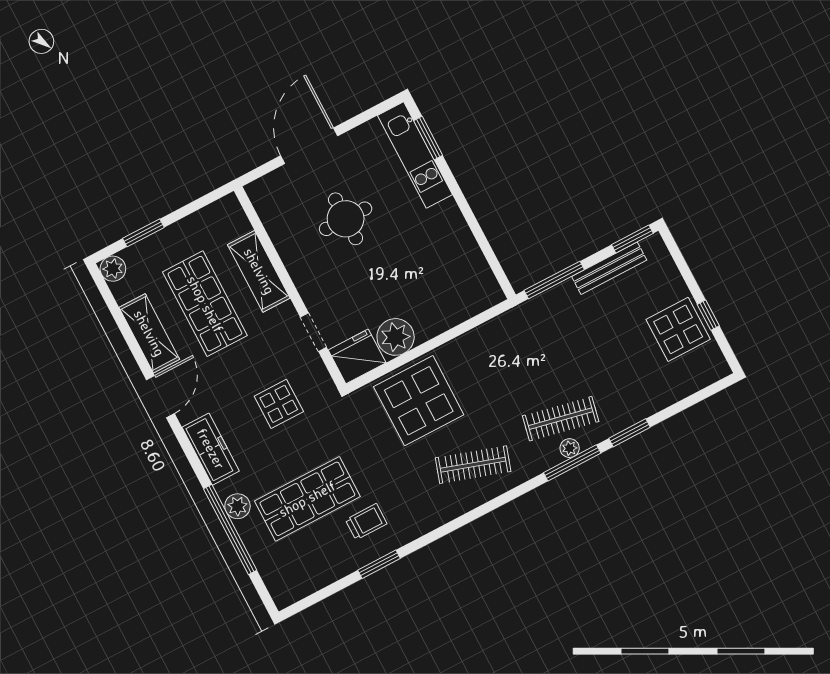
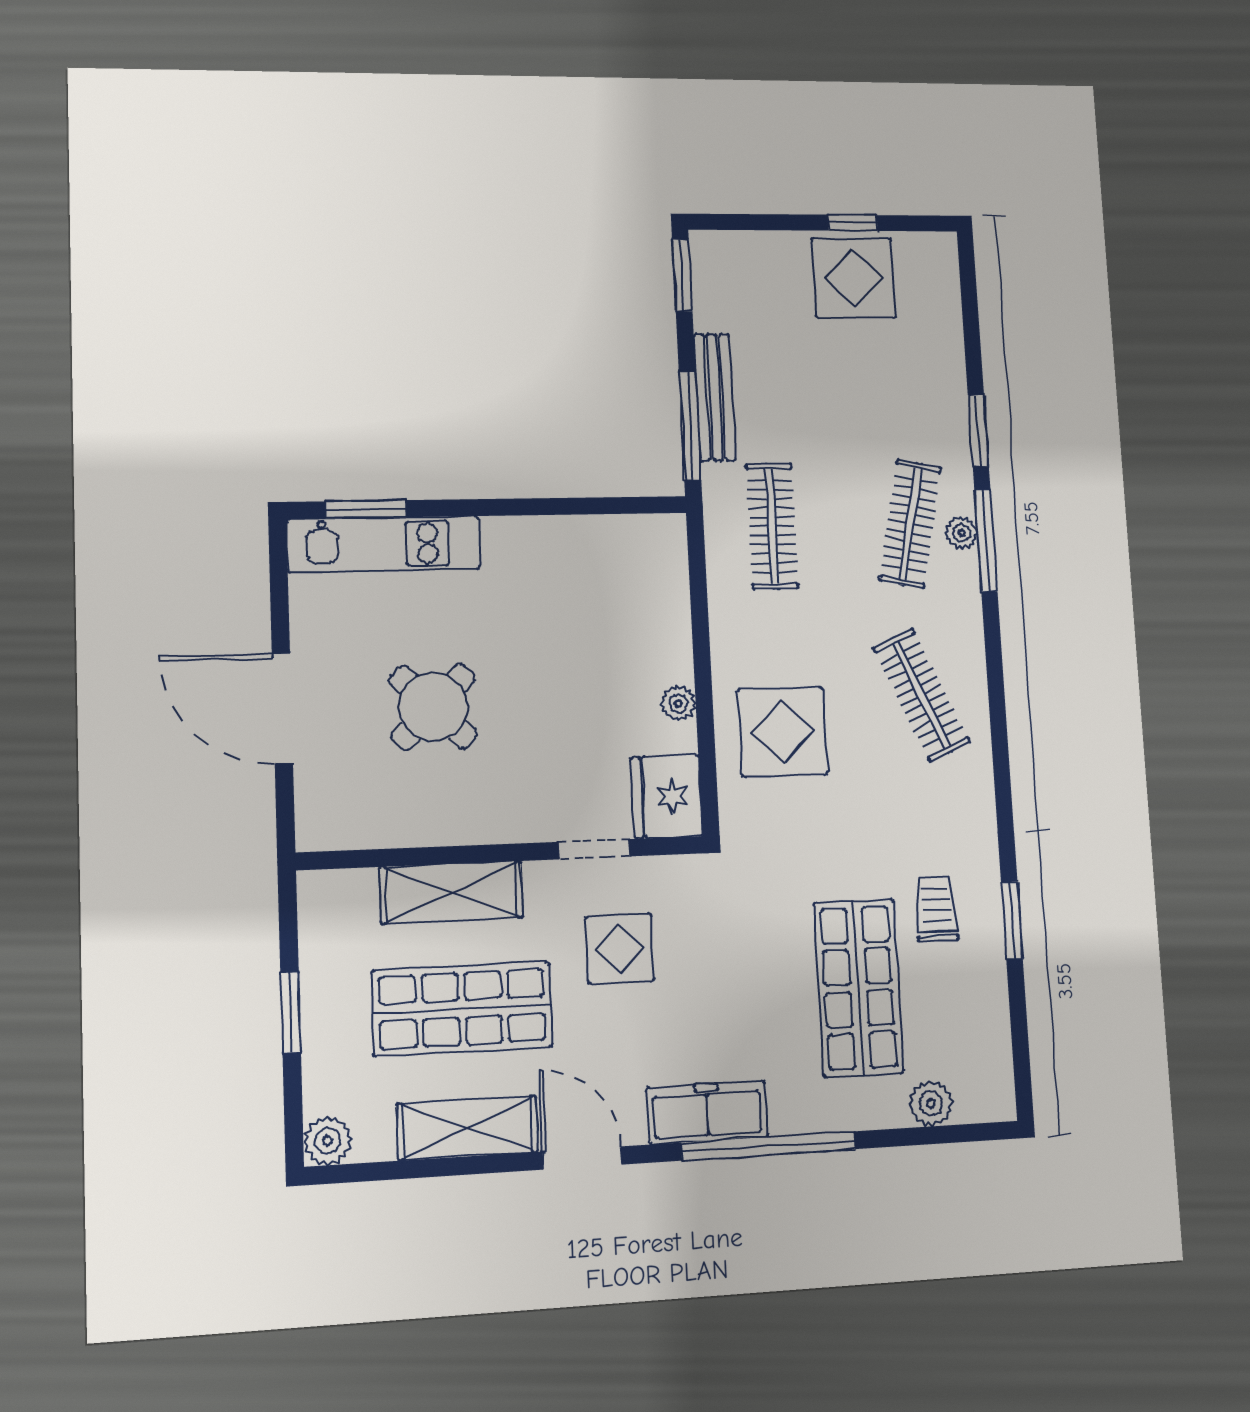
round table: (346, 219) -> (433, 707), turned 45
window: (143, 233) -> (291, 1012), moved
bench: (609, 268) -> (715, 397), moved
plant: (396, 337) -> (678, 703), width x0.53, depth x0.53
clothes rail: (523, 347) -> (772, 526), added
display table: (419, 401) -> (783, 732), width x0.73, depth x0.73
display table: (279, 404) -> (620, 949), moved
clothes rail: (473, 465) -> (921, 695), turned -42
plant: (237, 506) -> (931, 1103), moved
window: (230, 529) -> (769, 1146), moved

